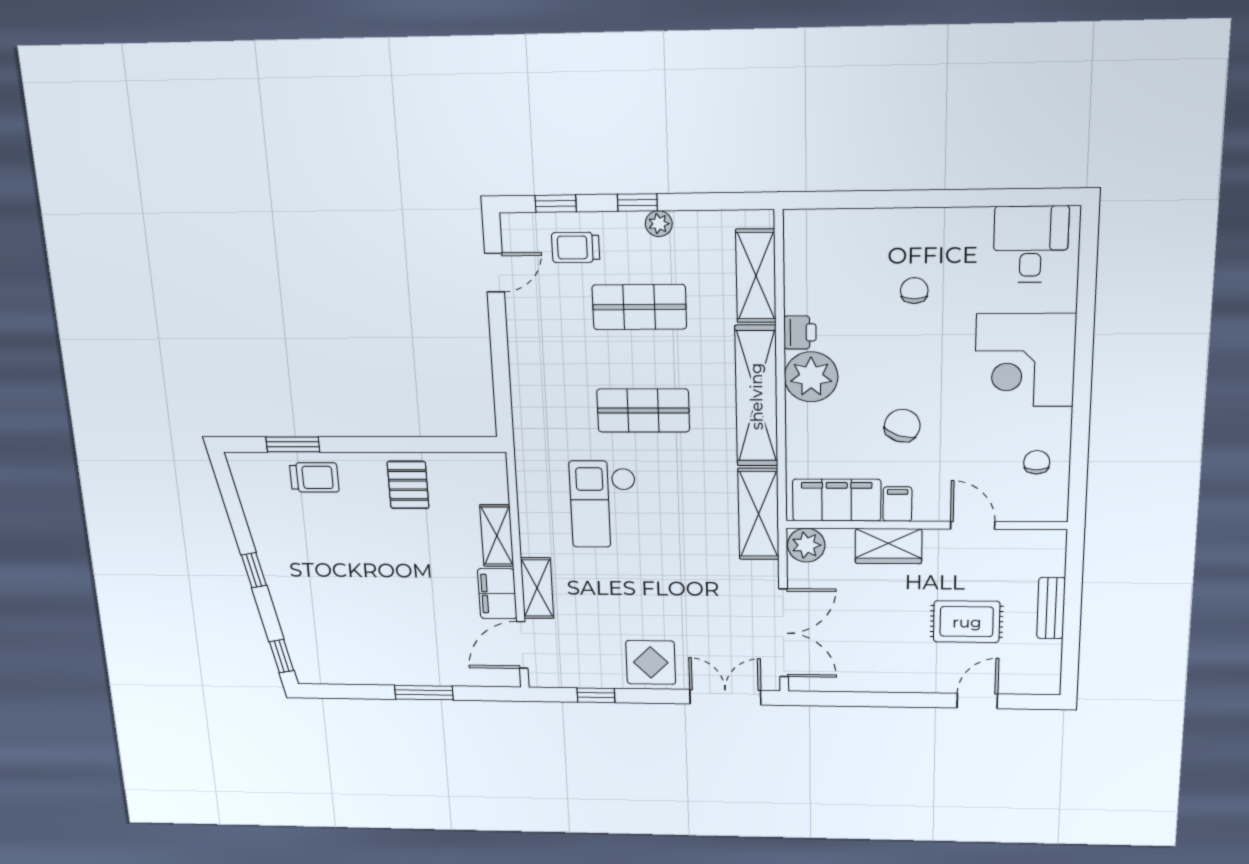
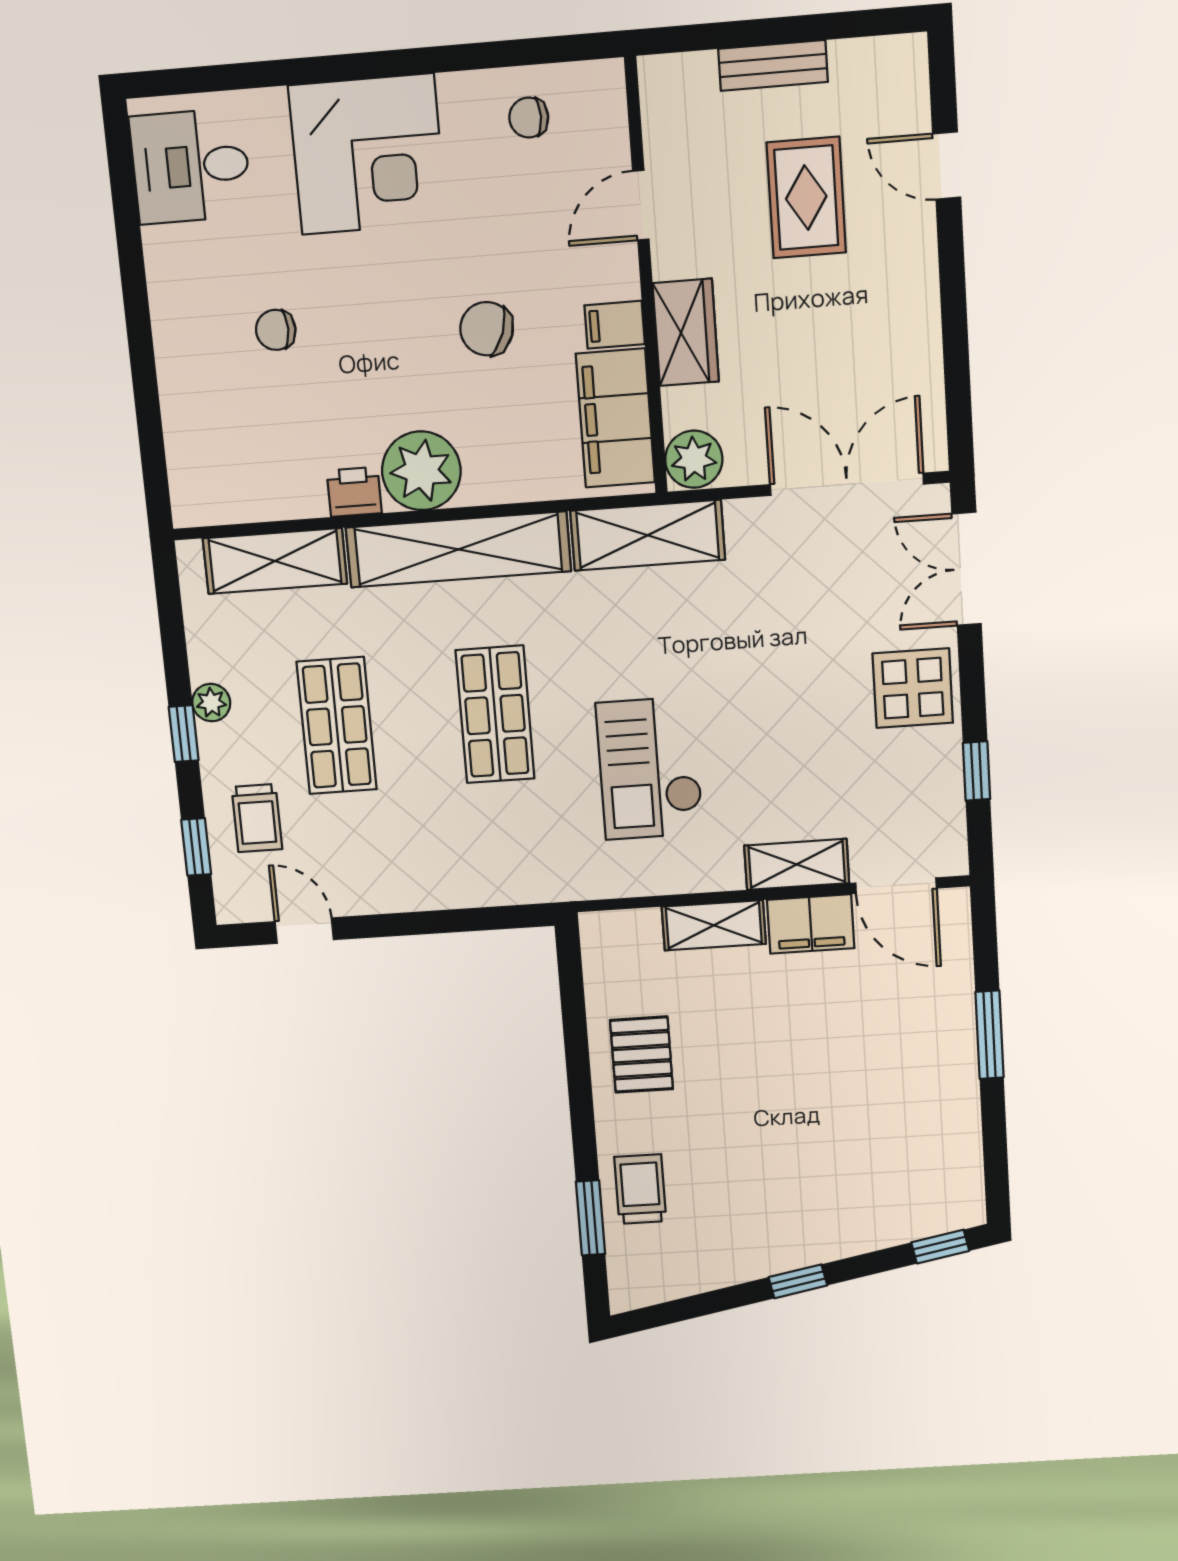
pallet: (408, 485) -> (642, 1055), turned 90
checkout: (603, 504) -> (650, 768), turned 90

